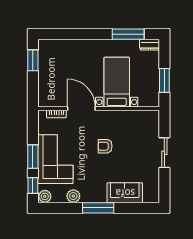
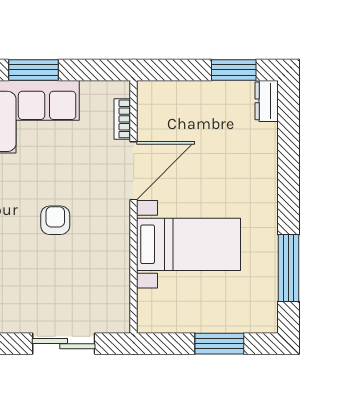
dresser: (150, 45) -> (267, 101), moved
window: (164, 80) -> (219, 344), moved
sliding door: (164, 153) -> (64, 344), moved

